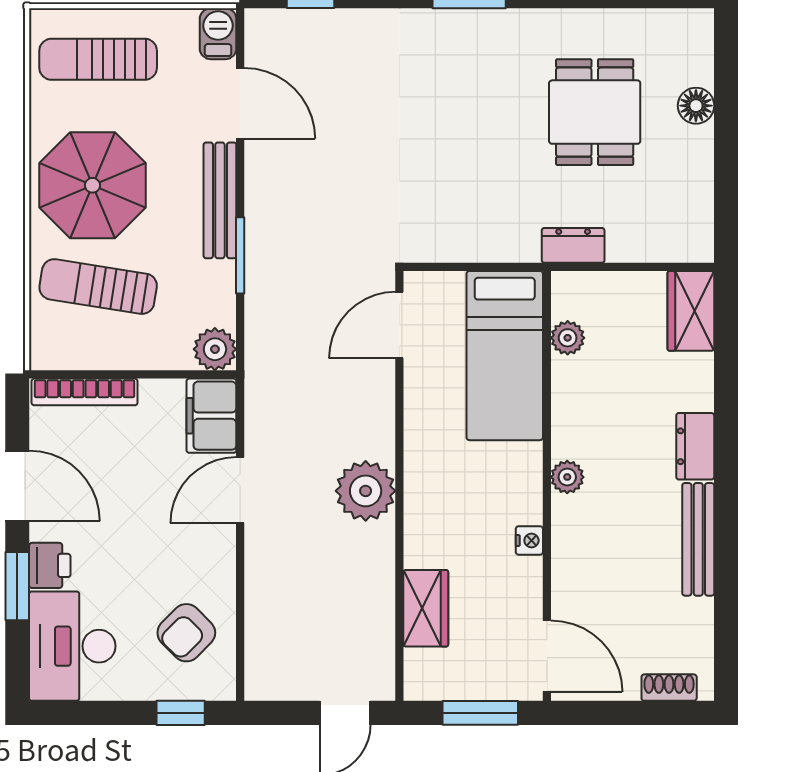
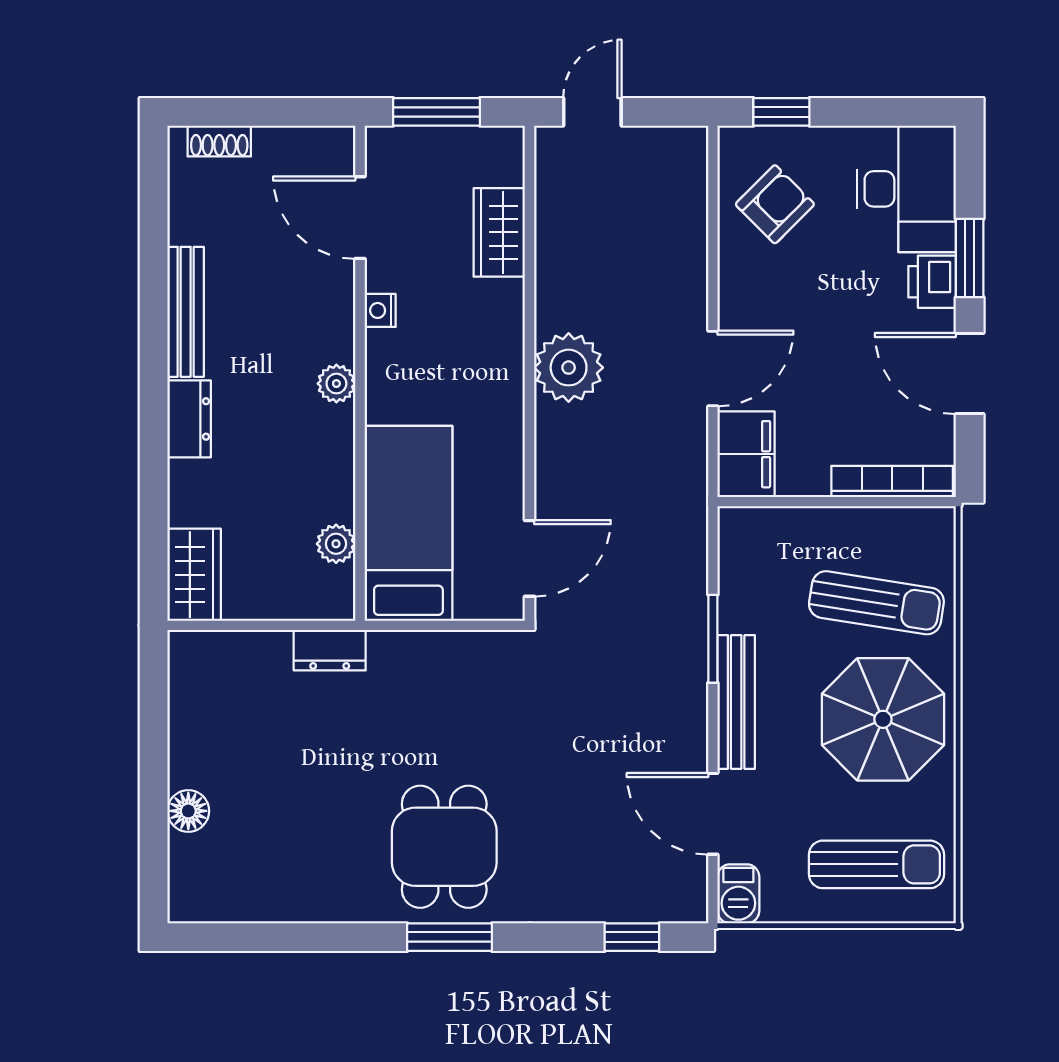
dining table: (595, 112) -> (444, 847), moved
plant: (215, 349) -> (742, 531), removed
door: (547, 656) -> (360, 218), moved

